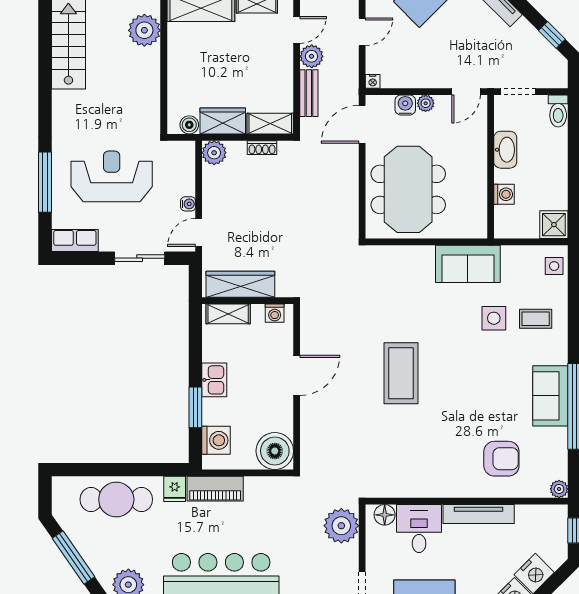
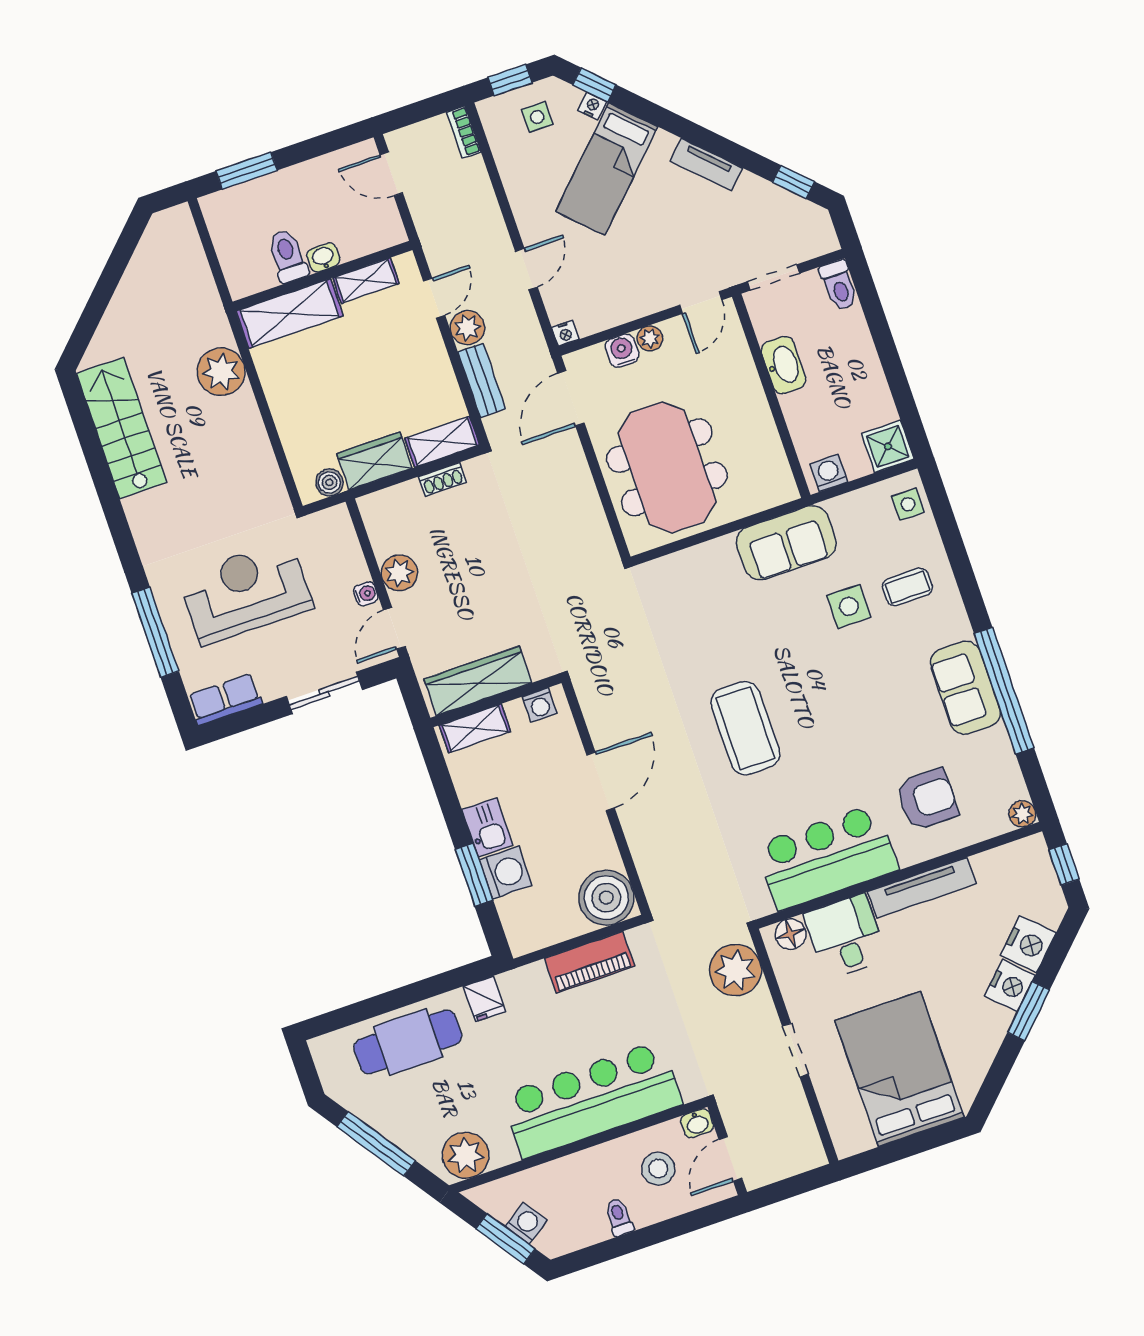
plant: (214, 153) -> (399, 573), moved
washing machine: (504, 194) -> (829, 473), moved, turned -90
washing machine: (216, 440) -> (506, 873), moved
bar counter: (425, 474) -> (827, 857), added
piano: (215, 489) -> (590, 962), moved

